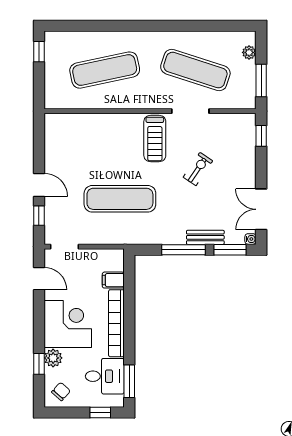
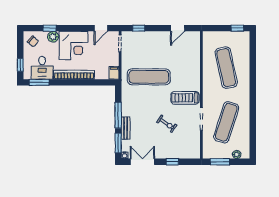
window: (261, 136) -> (172, 162), moved
door: (39, 185) -> (177, 28), moved
exercise mat: (120, 199) -> (149, 77), turned 90
filing cabinet: (113, 280) -> (114, 73), moved

